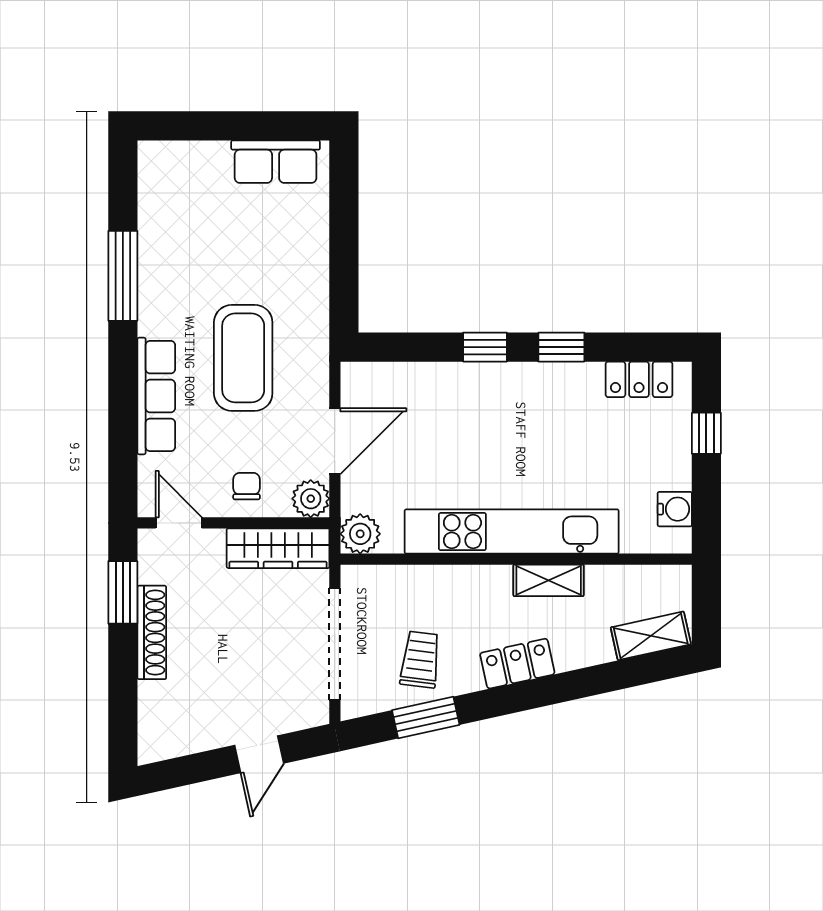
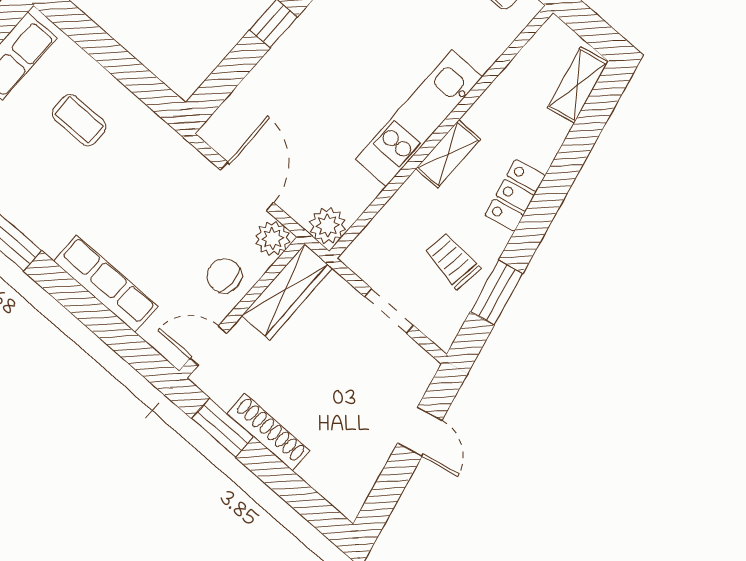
coffee table: (243, 358) -> (79, 120), moved, width x0.54, depth x0.58
chair: (247, 486) -> (224, 276), width x1.37, depth x1.37
kitchen unit: (512, 532) -> (419, 118), width x0.73
shelving: (549, 580) -> (448, 154), moved
doorway: (335, 644) -> (389, 311), width x0.53

